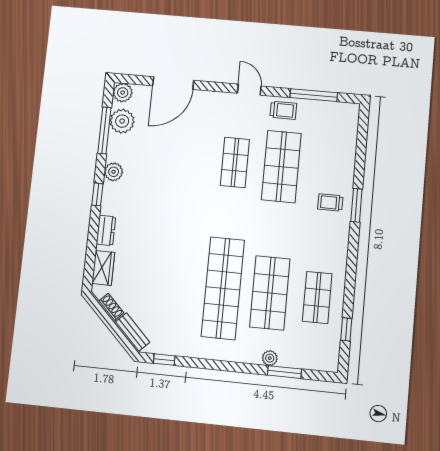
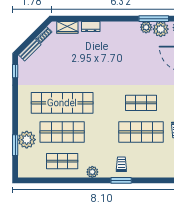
plant: (114, 172) -> (146, 27), moved
window: (97, 194) -> (113, 19), removed
plant: (339, 250) -> (92, 172), added
window: (346, 329) -> (45, 180), removed
plant: (270, 358) -> (27, 140), width x1.87, depth x1.87

